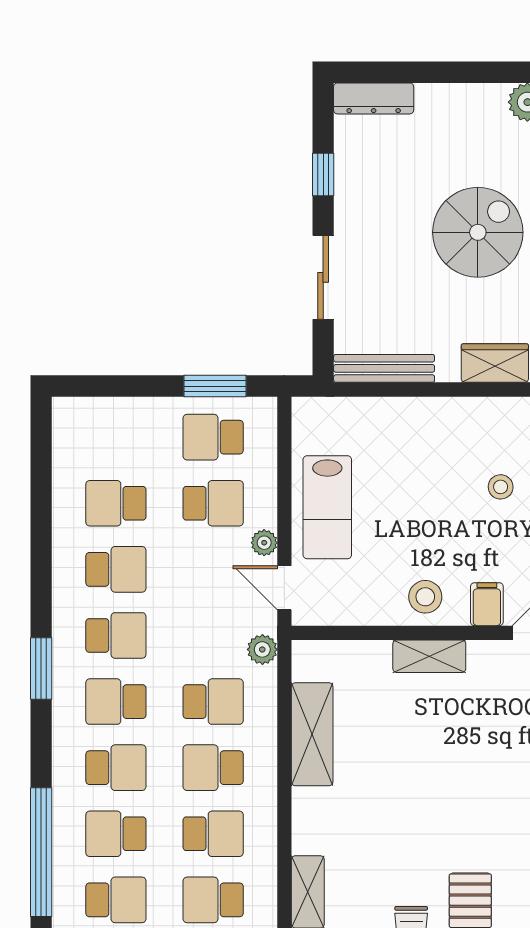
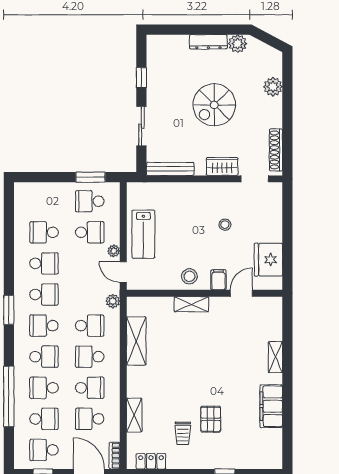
dresser: (374, 98) -> (208, 42), moved
spiral stairs: (478, 232) -> (214, 105), turned 180

